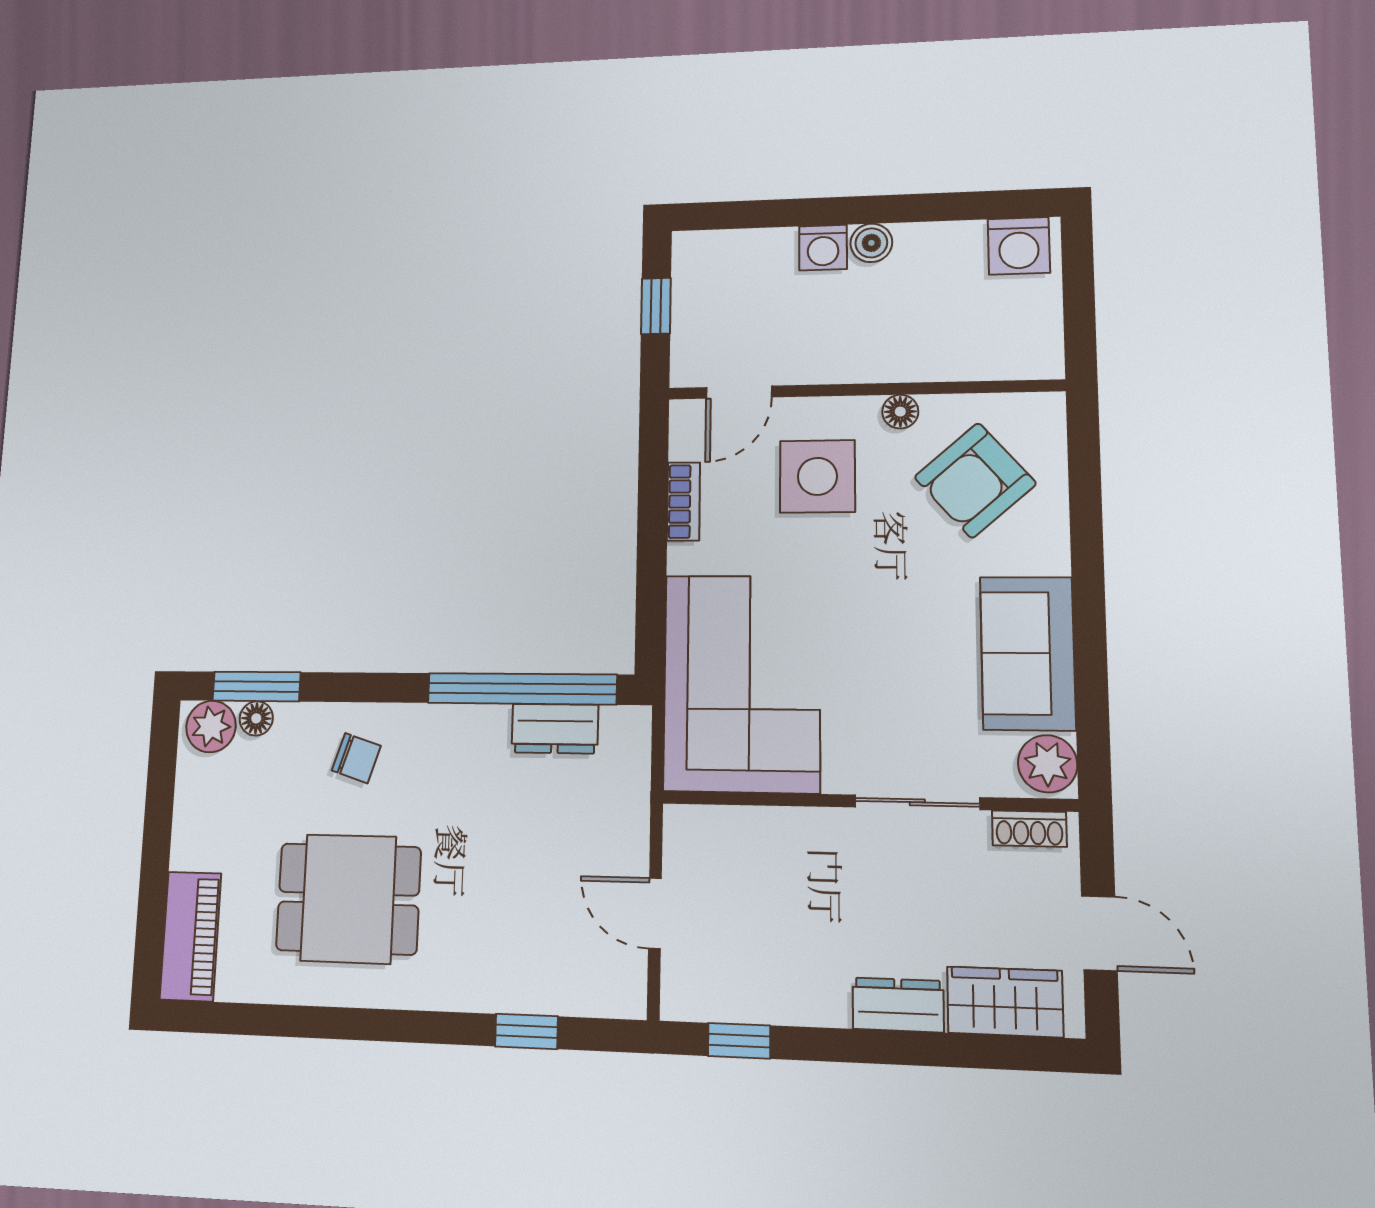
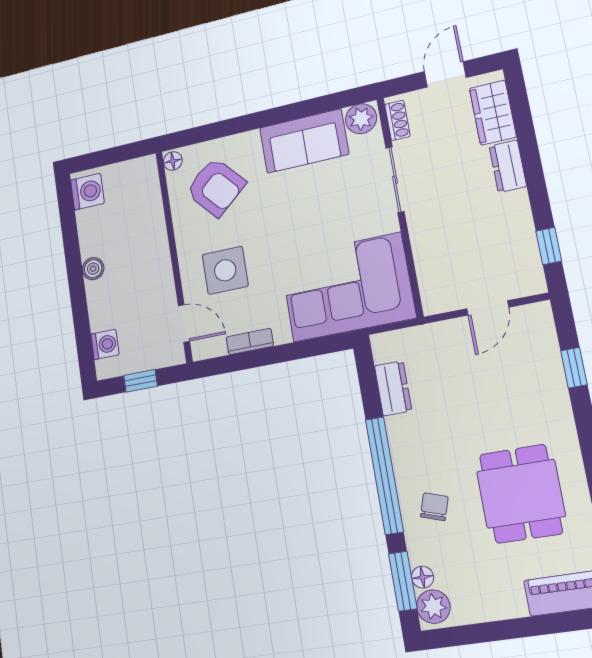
washing machine: (823, 248) -> (105, 344), moved
floor lamp: (900, 412) -> (173, 161), moved
window: (522, 689) -> (384, 475), moved

